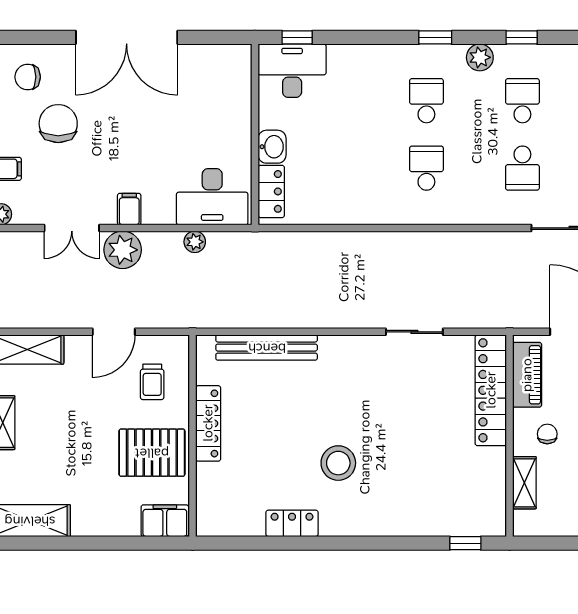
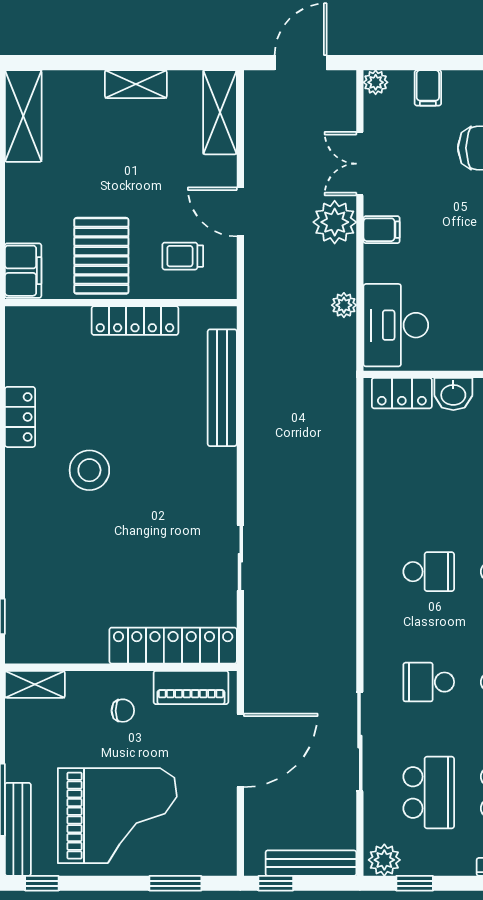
shelving: (524, 483) -> (35, 684), moved

